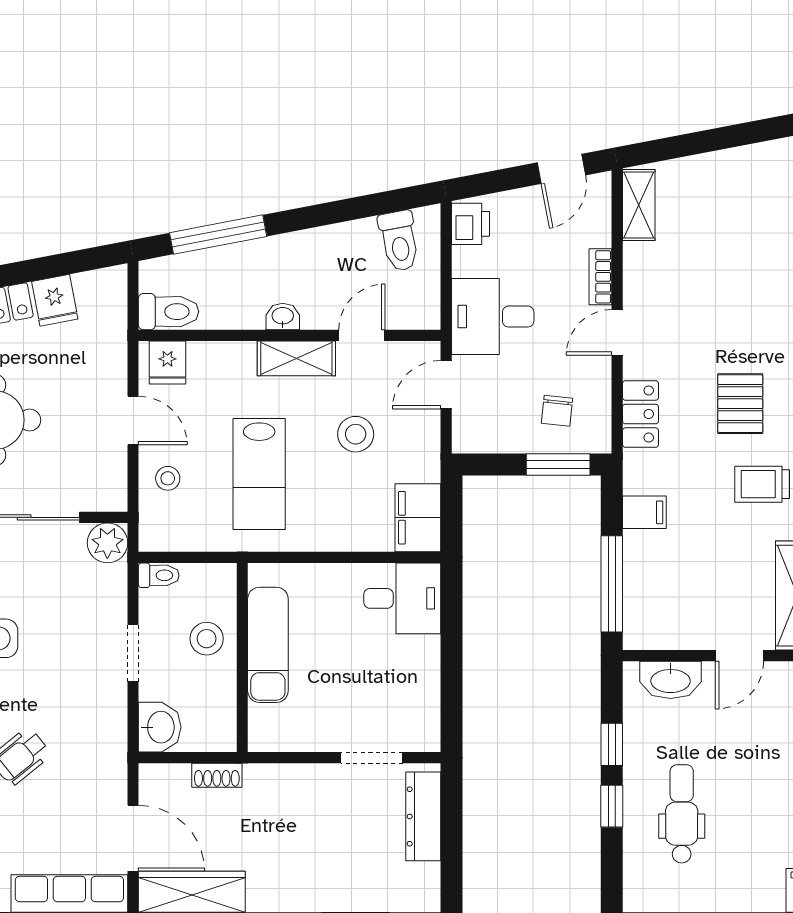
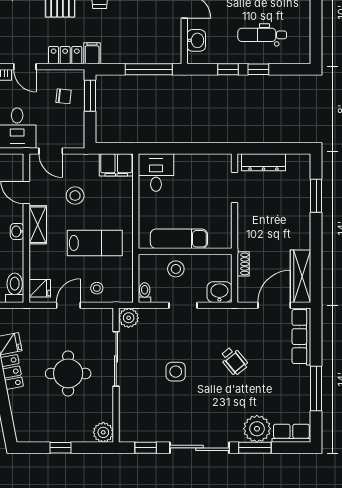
filing cabinet: (644, 512) -> (92, 53), moved
washbasin: (671, 680) -> (196, 40), width x0.72

